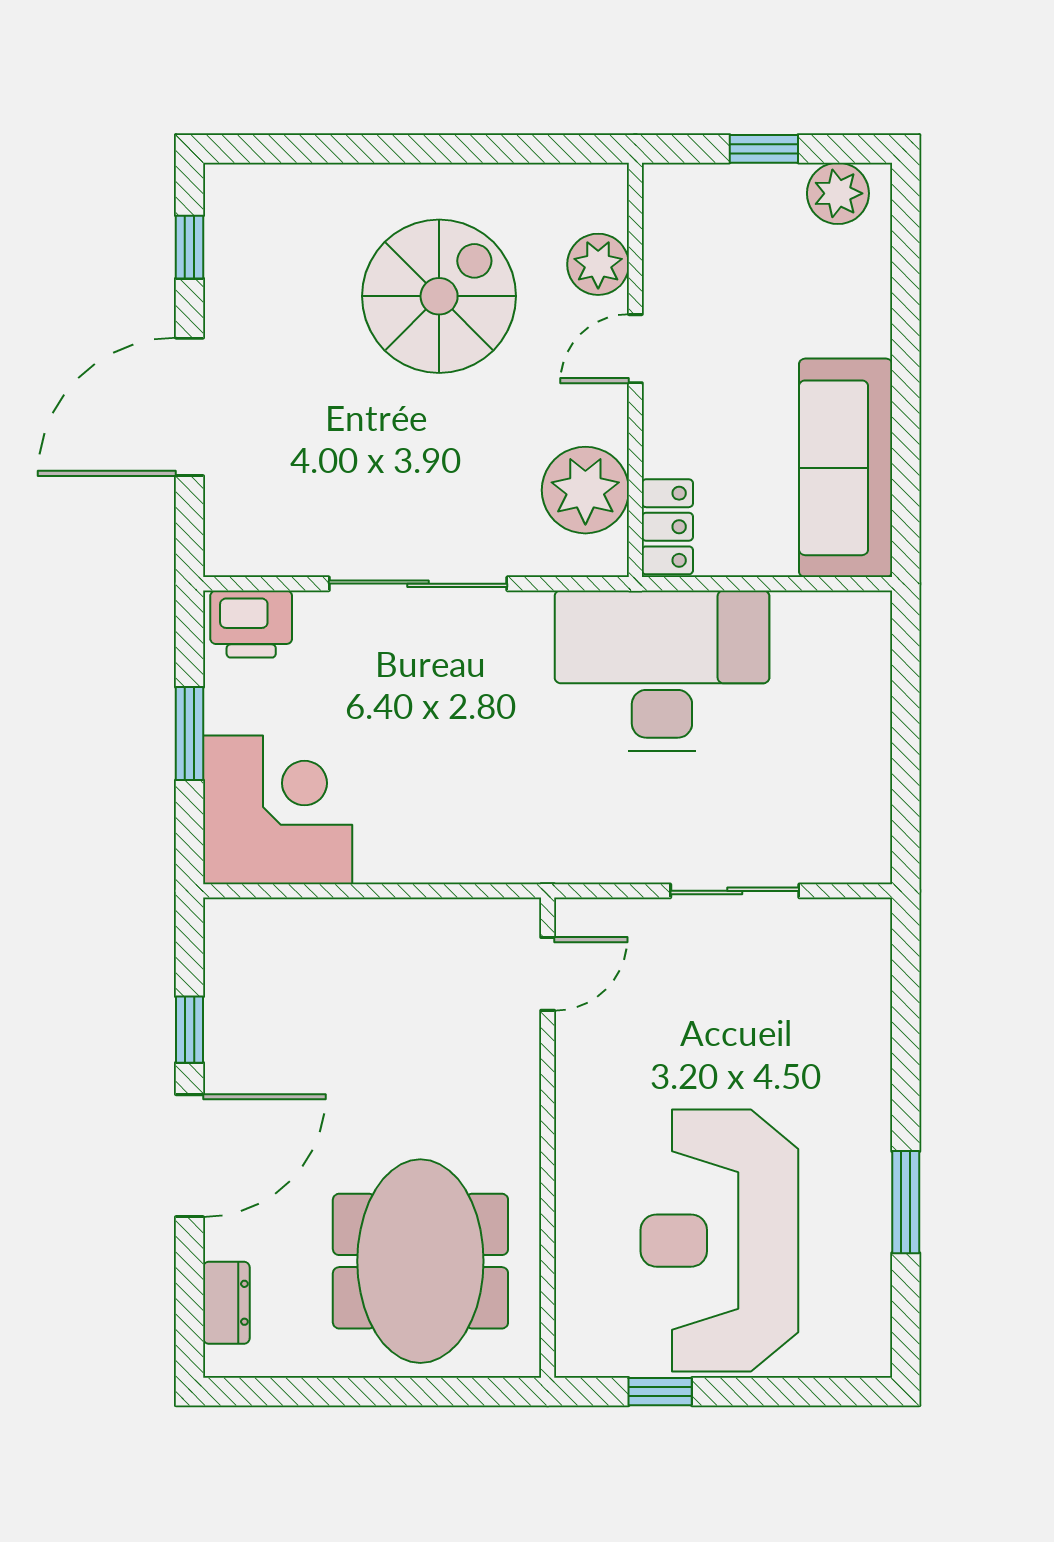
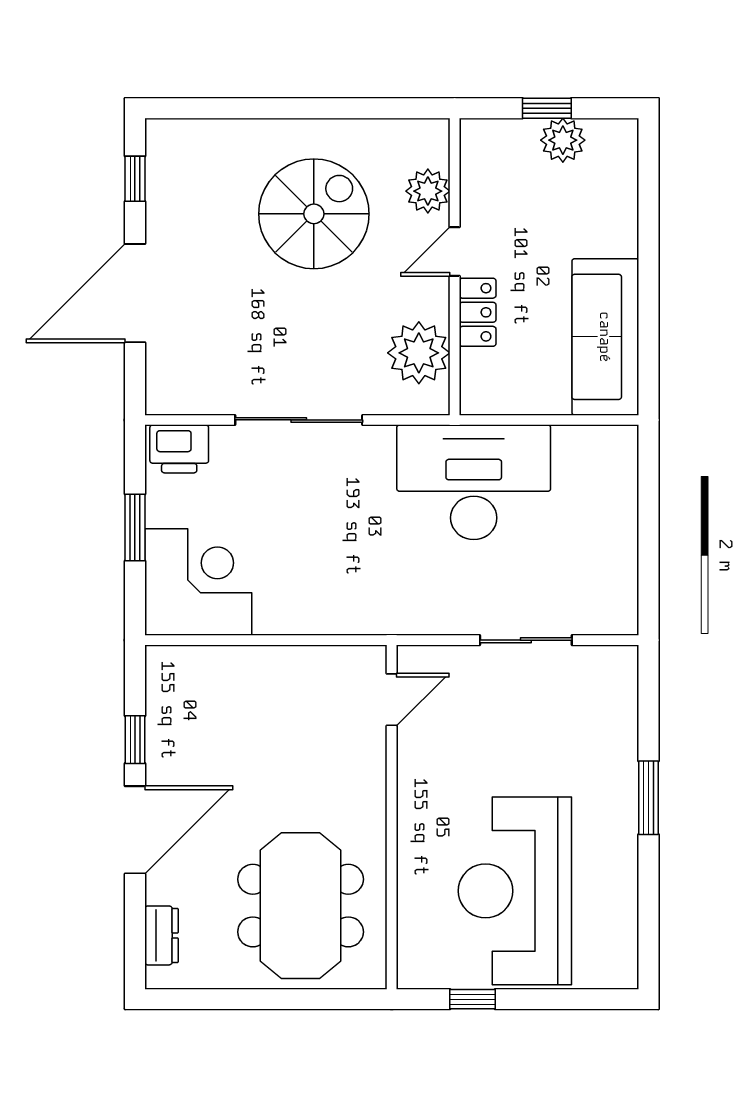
plant: (838, 193) -> (563, 140), moved
locker: (667, 527) -> (478, 312), moved
window: (906, 1202) -> (648, 798), moved

